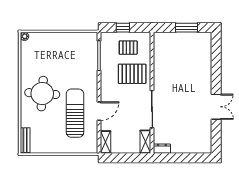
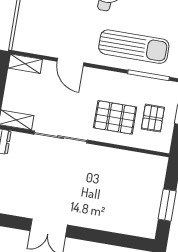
pallet: (132, 74) -> (115, 117), turned 90
sun lounger: (75, 113) -> (134, 47), moved

